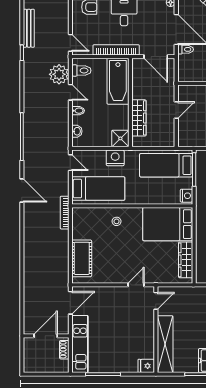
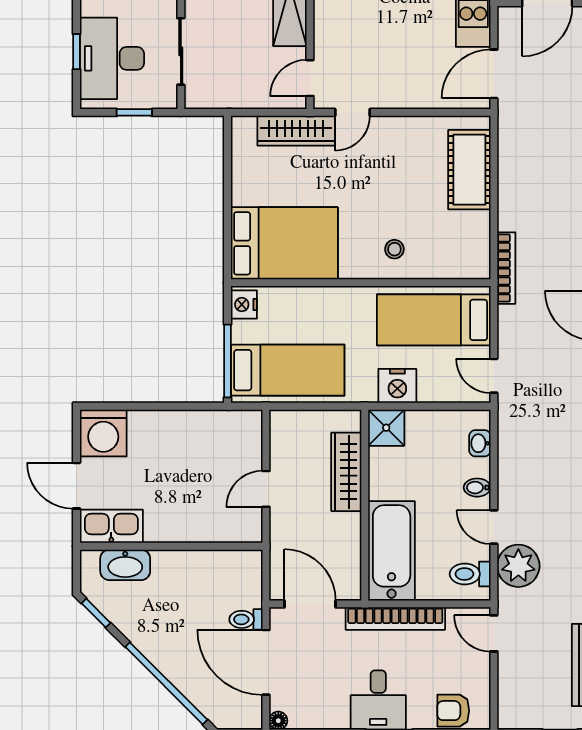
wardrobe: (186, 260) -> (296, 131), moved, turned 90

